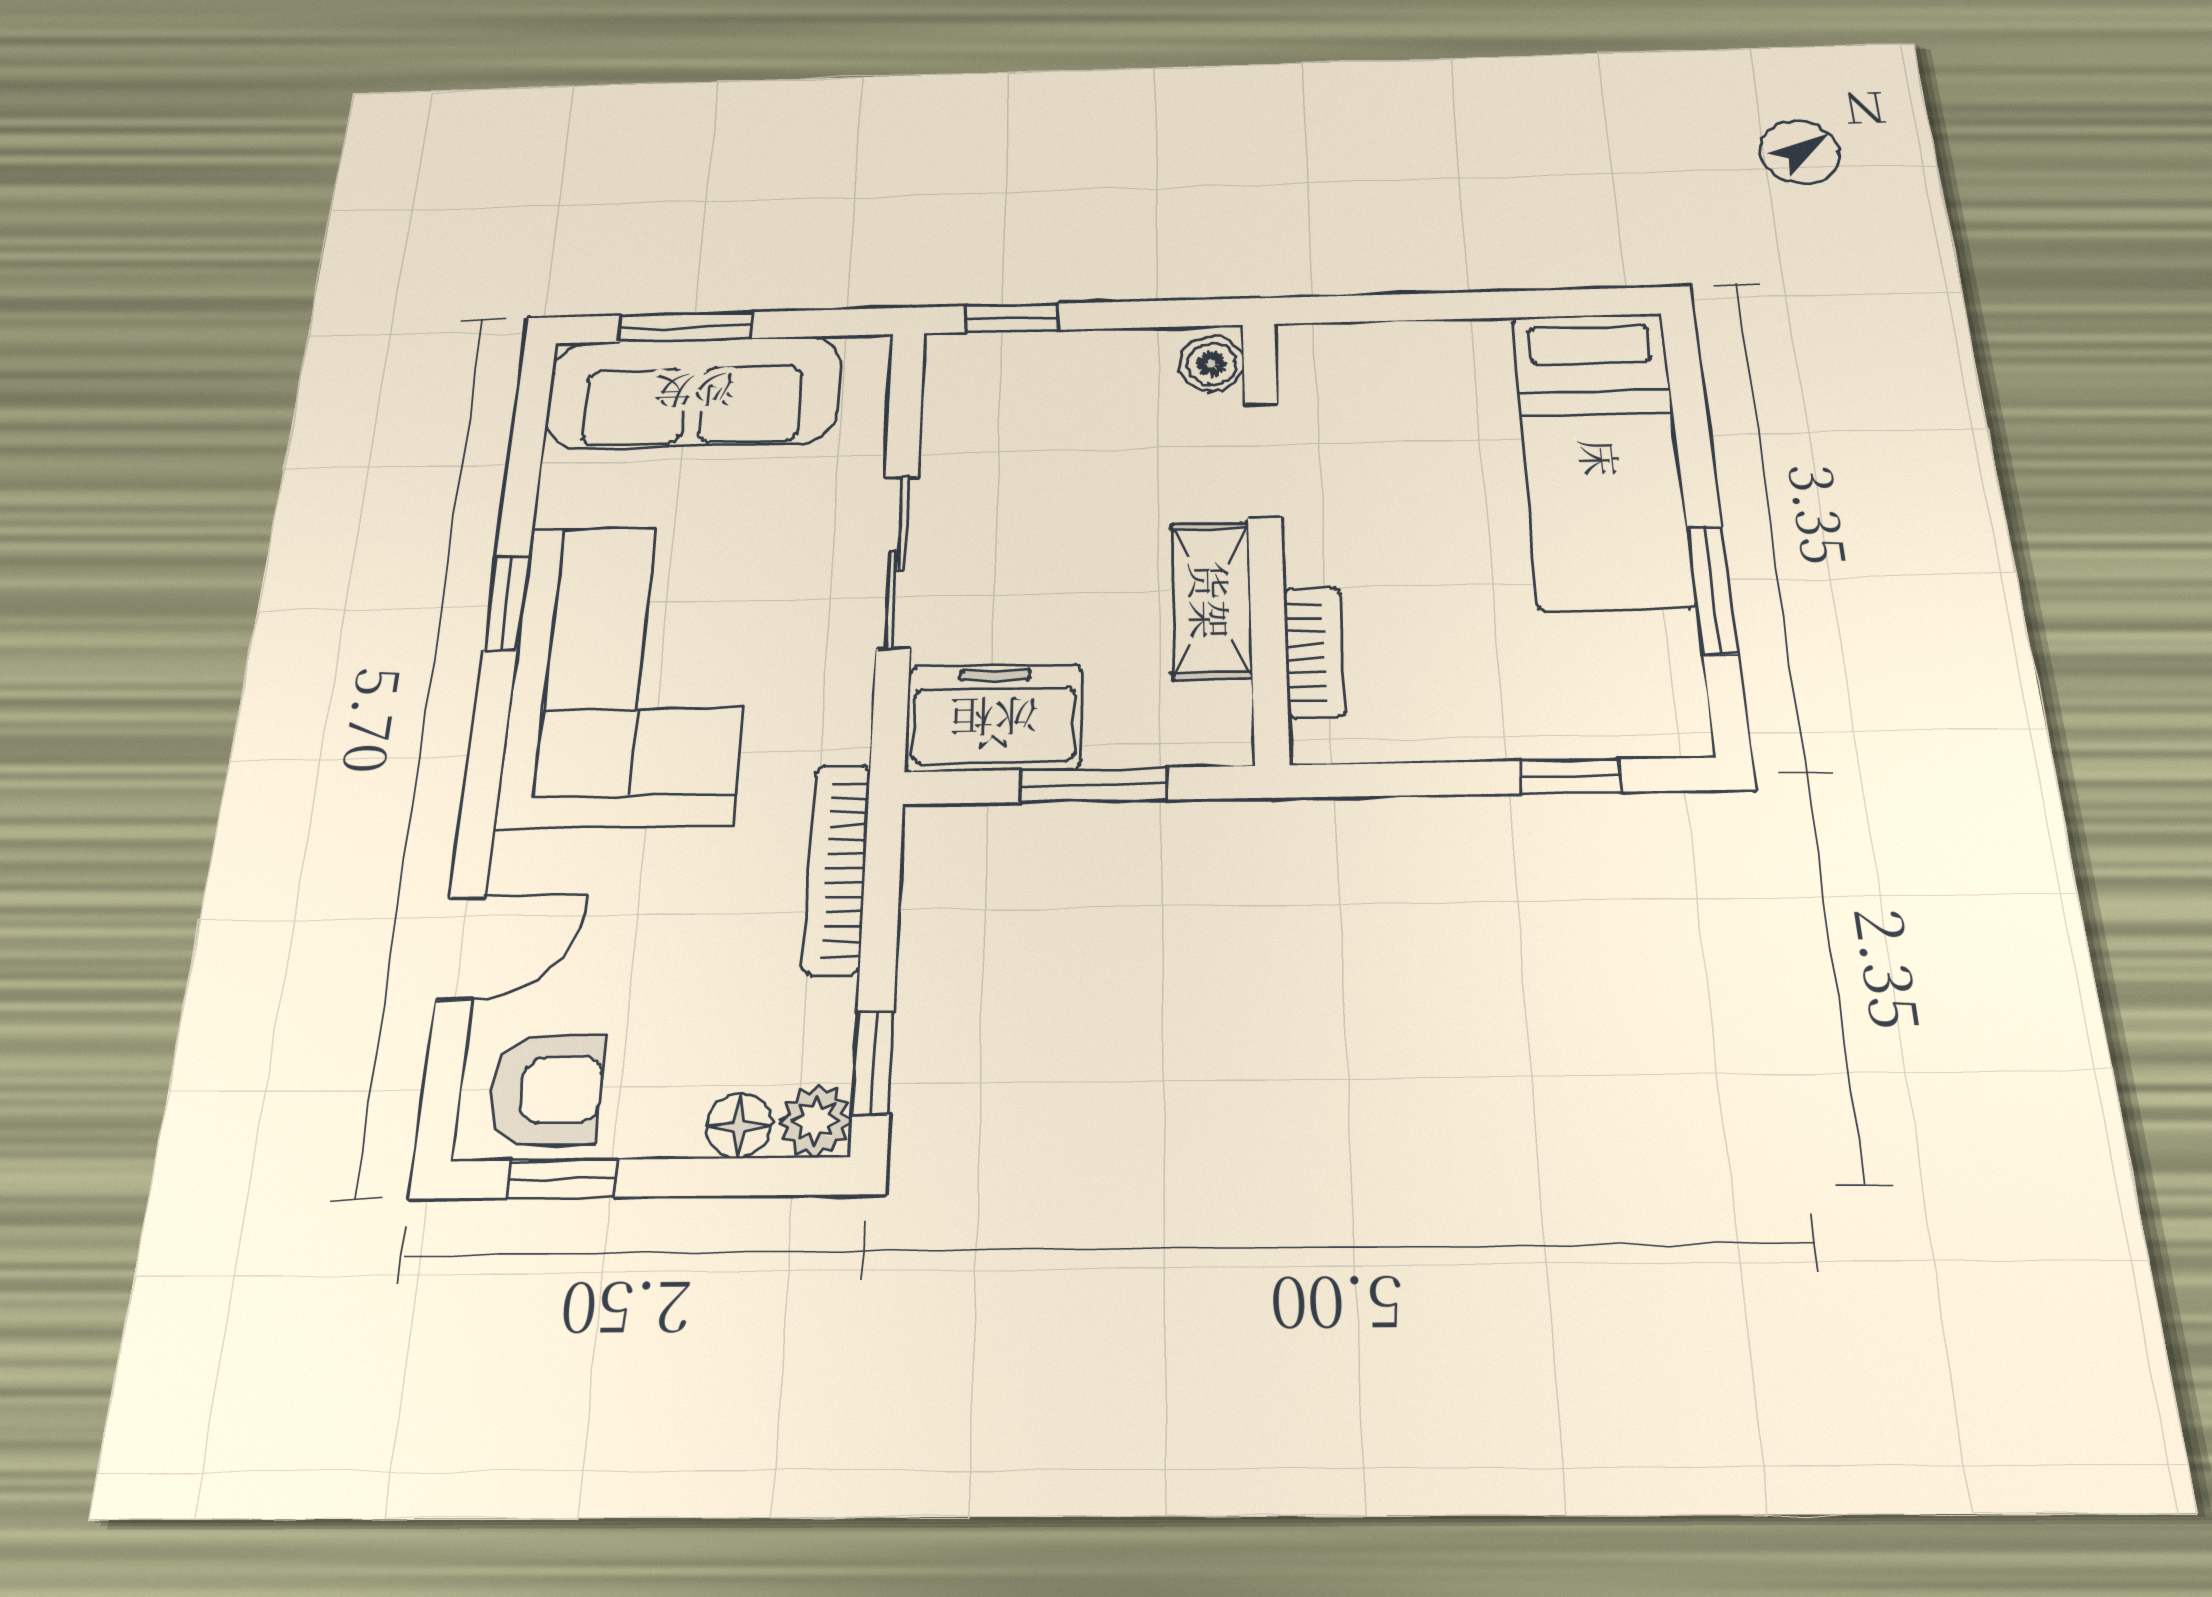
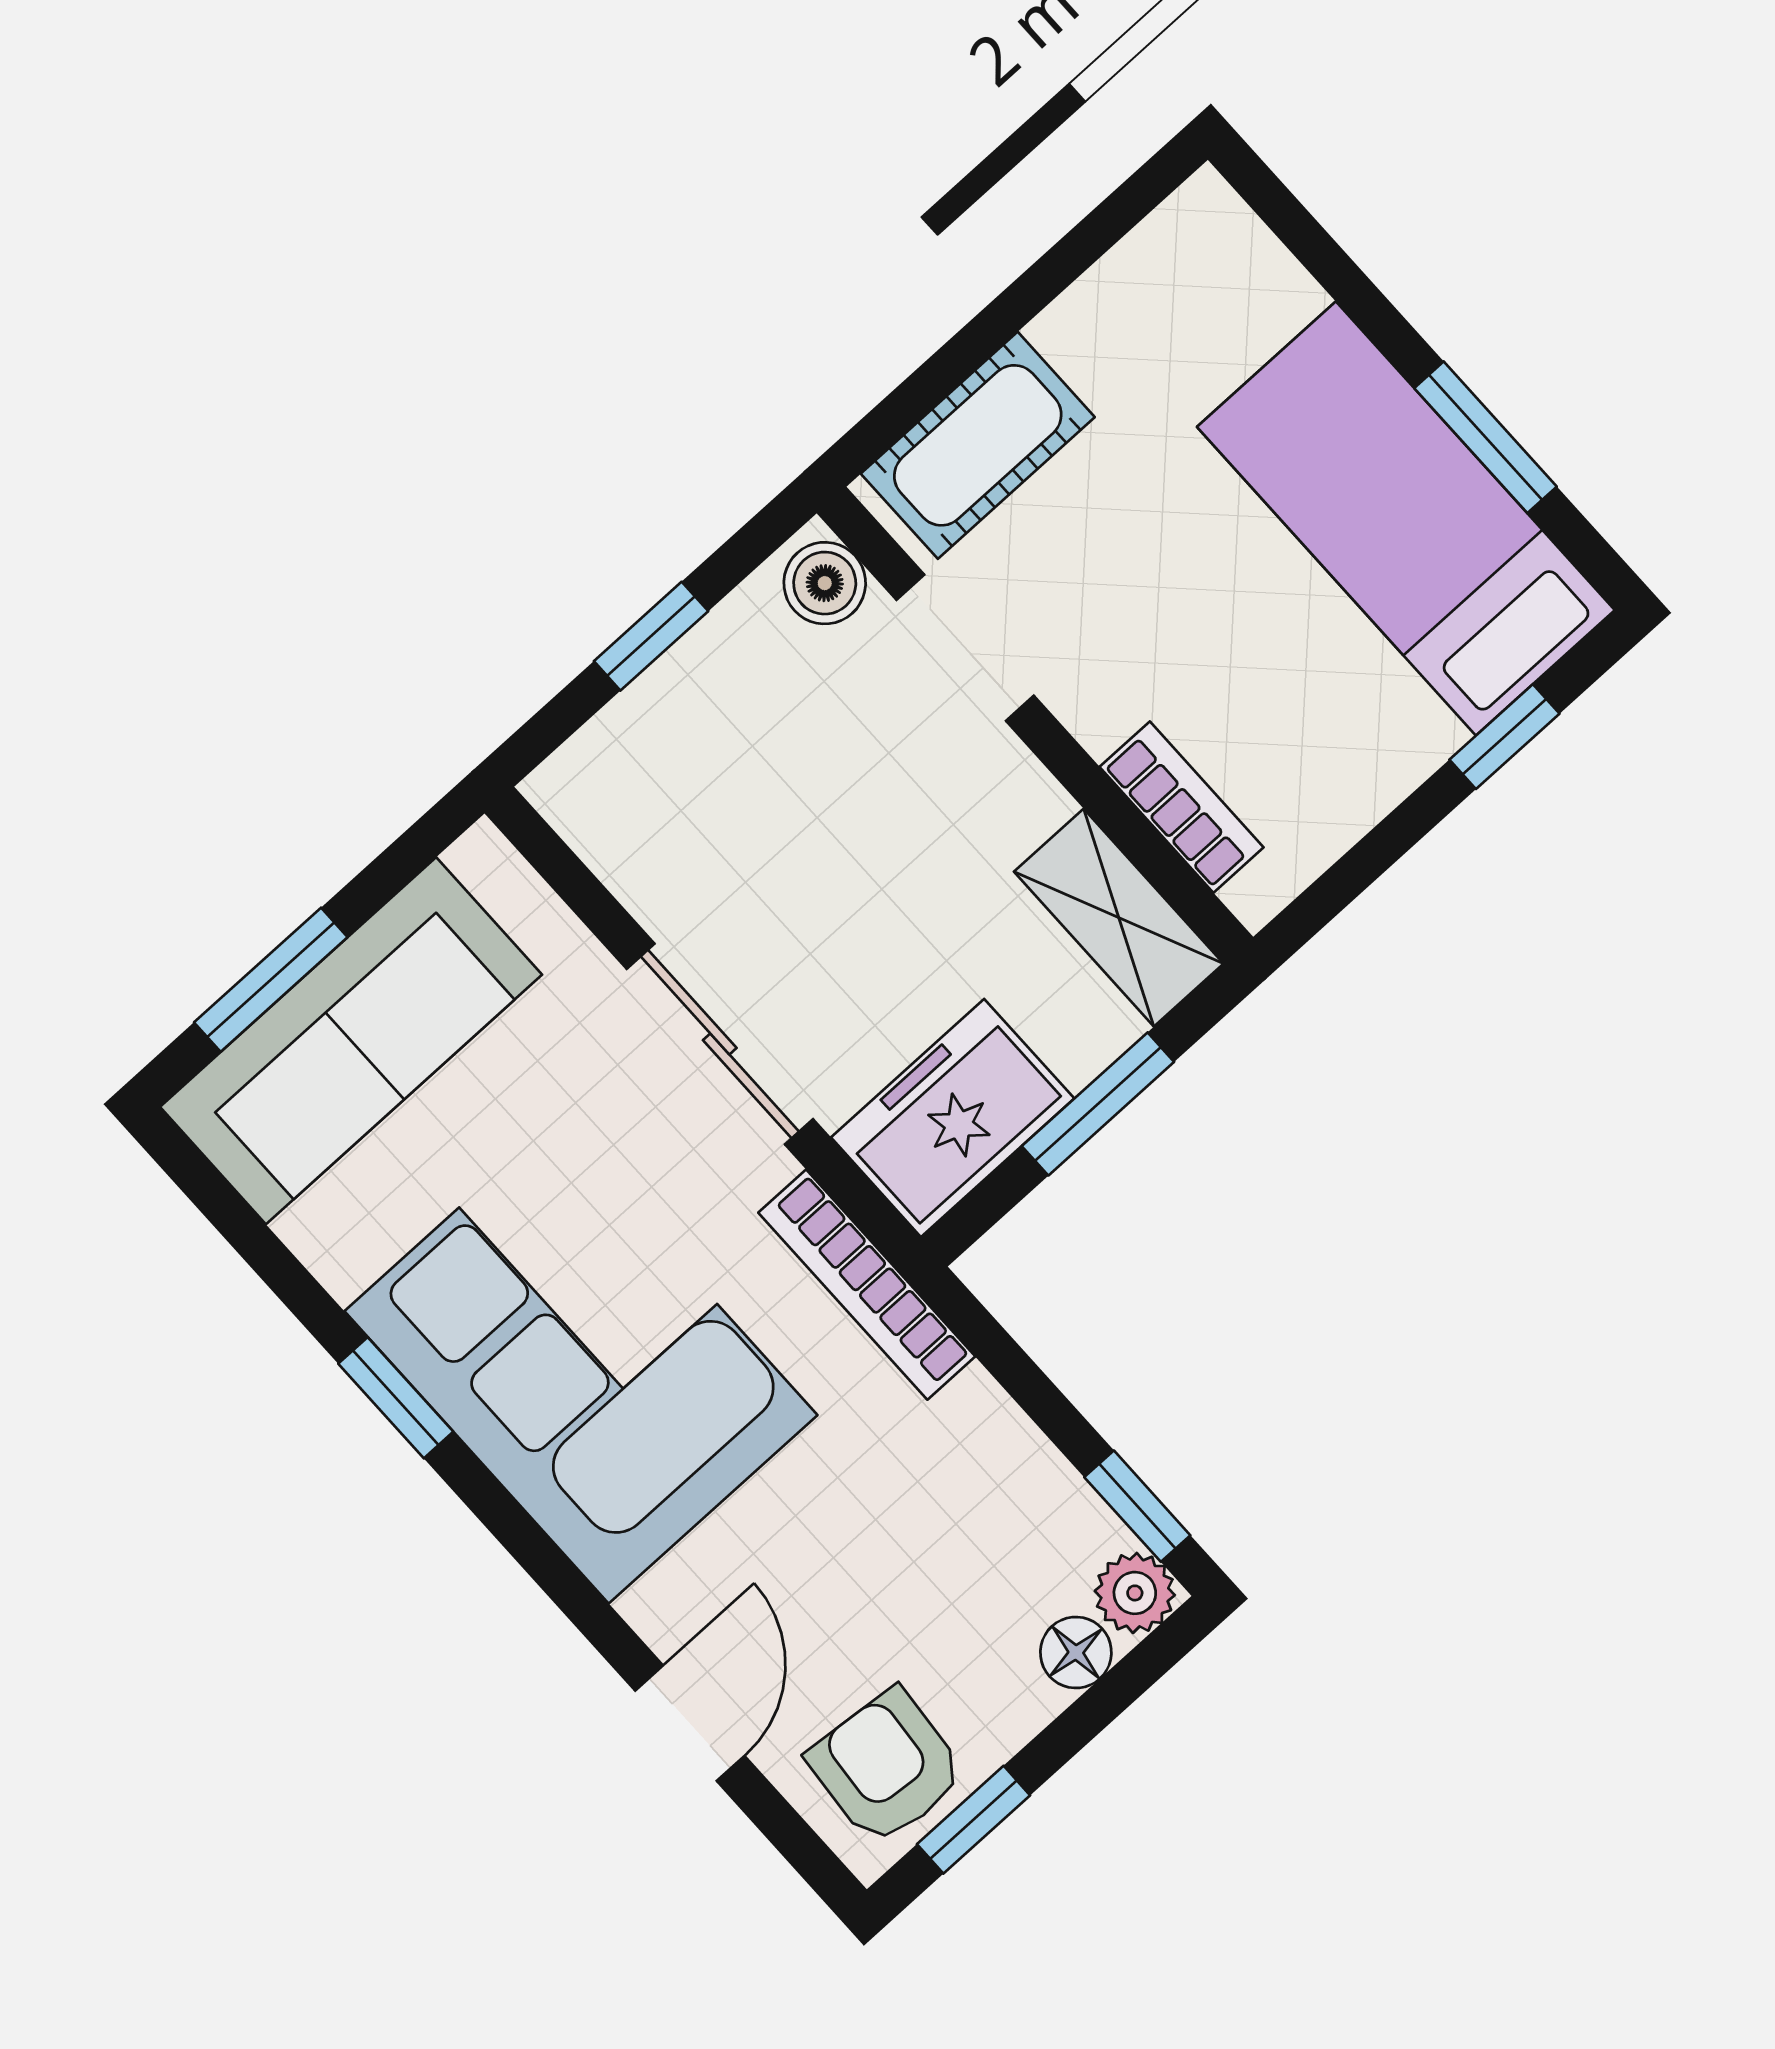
window: (1012, 318) -> (651, 636), moved
cot: (1375, 360) -> (978, 445), added
bed: (1601, 458) -> (1406, 518), moved, turned 180
shelving: (1211, 600) -> (1119, 918), moved
bookcase: (837, 869) -> (867, 1285), moved
armchair: (546, 1090) -> (887, 1767), turned -85

